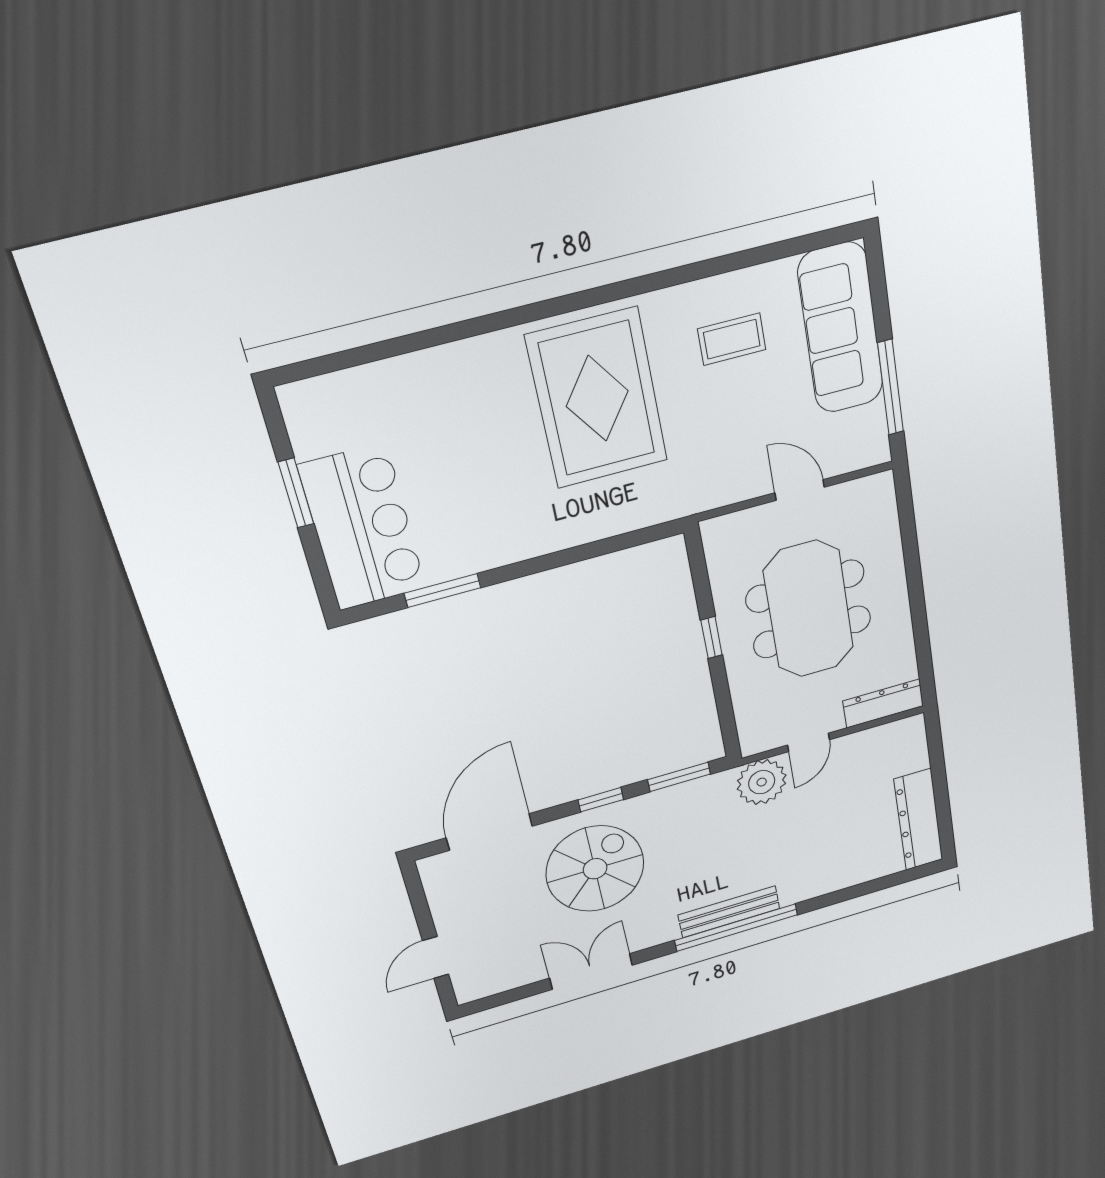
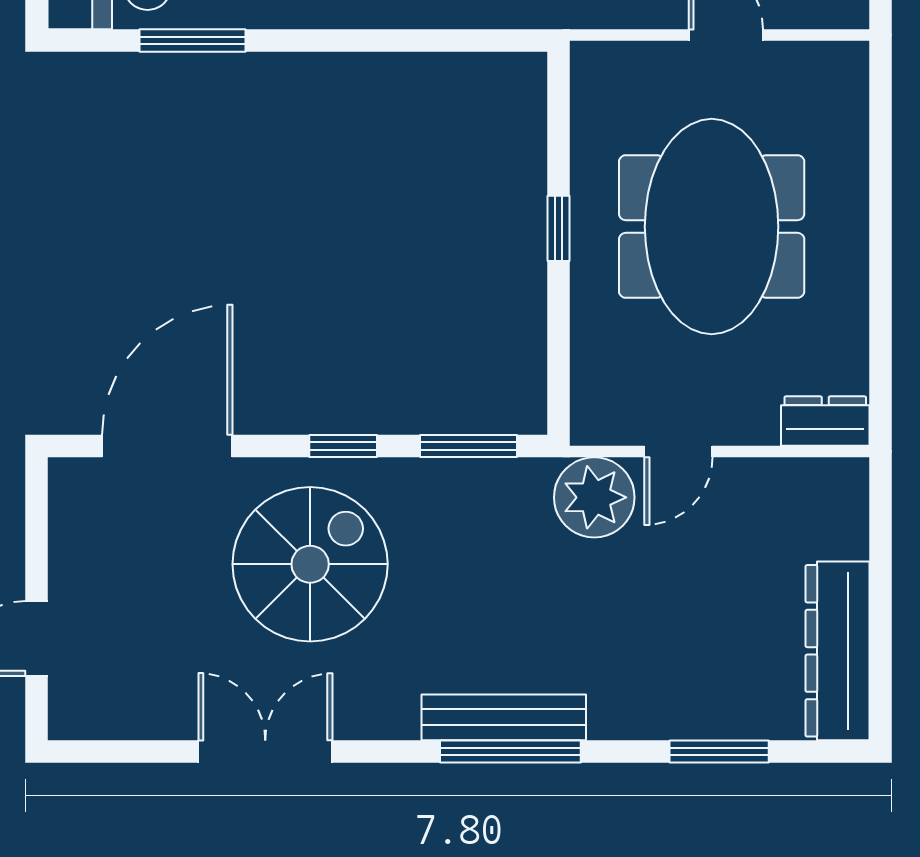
dresser: (883, 703) -> (825, 421), width x0.70
window: (857, 891) -> (719, 751), added
window: (736, 927) -> (510, 751), width x0.68

